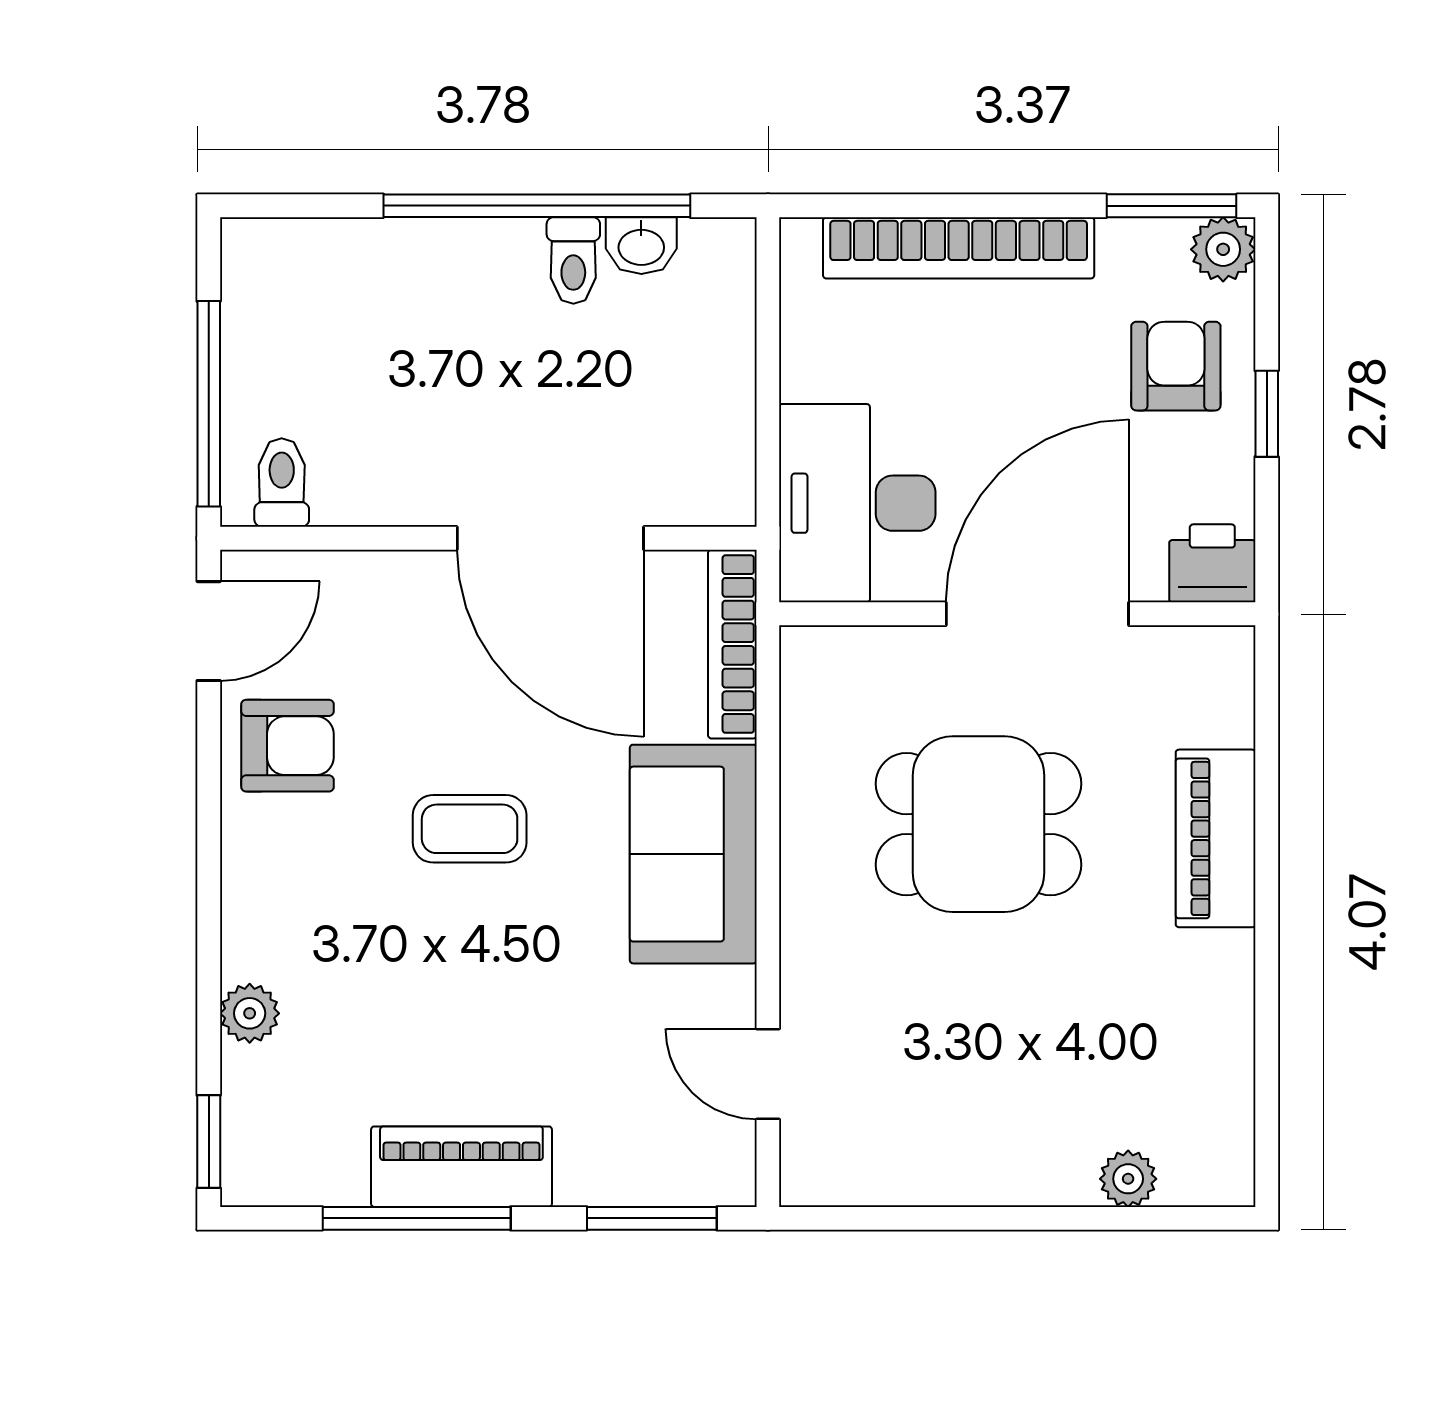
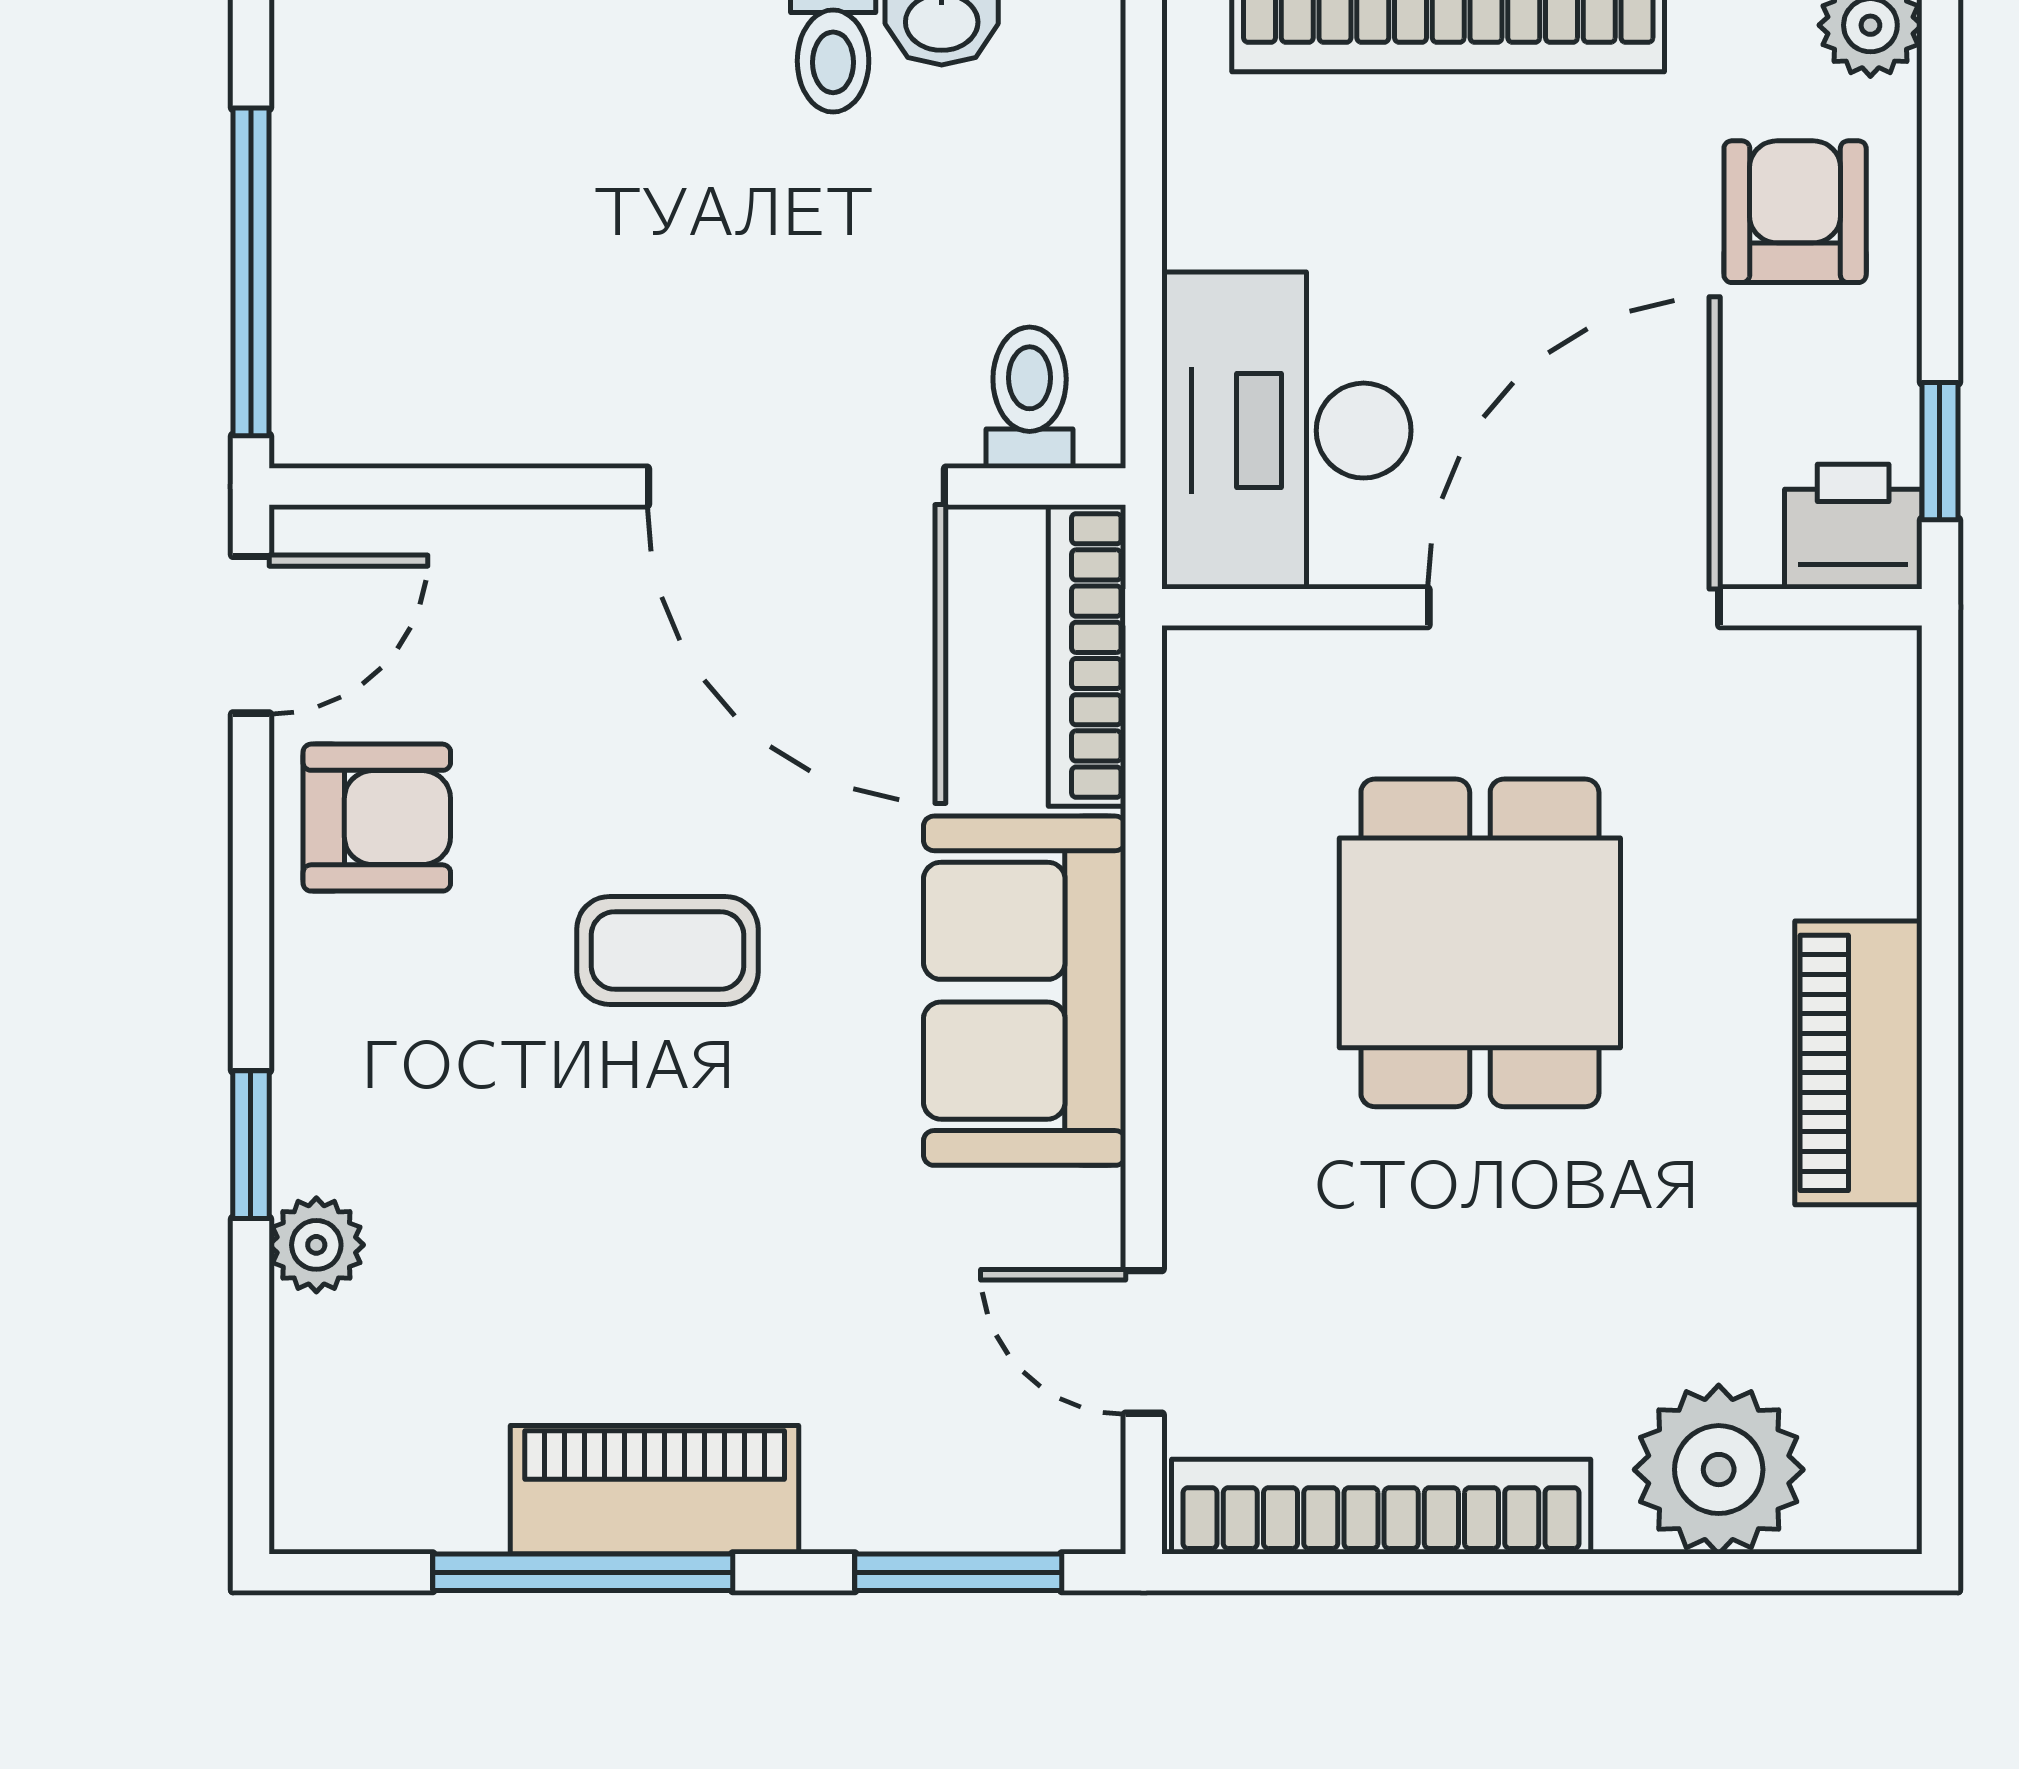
window: (1267, 414) -> (1940, 451), moved
toilet: (282, 483) -> (1030, 398), moved
dining table: (979, 824) -> (1480, 943), turned 90
piano: (1216, 838) -> (1858, 1063), moved
window: (209, 1142) -> (251, 1145), moved
bookcase: (917, 1177) -> (1381, 1507), added
plant: (1128, 1179) -> (1719, 1470), width x1.88, depth x1.88

